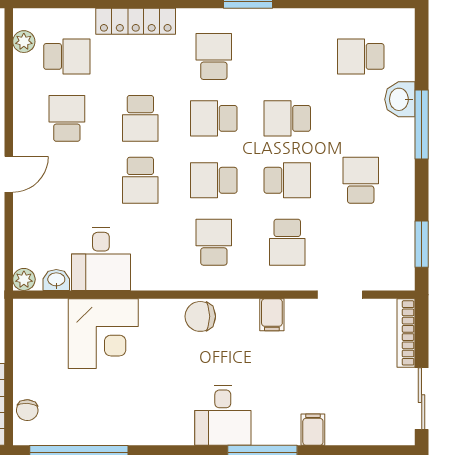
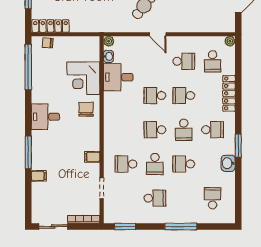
plant: (24, 42) -> (230, 41), moved
washbasin: (400, 99) -> (228, 163), moved, turned -90
school desk: (214, 118) -> (184, 130), turned 180
school desk: (287, 118) -> (184, 164), turned -90
school desk: (214, 180) -> (155, 130), turned -90
school desk: (214, 242) -> (126, 130), removed
chair: (200, 316) -> (86, 109), moved
desk: (223, 415) -> (45, 117), moved

